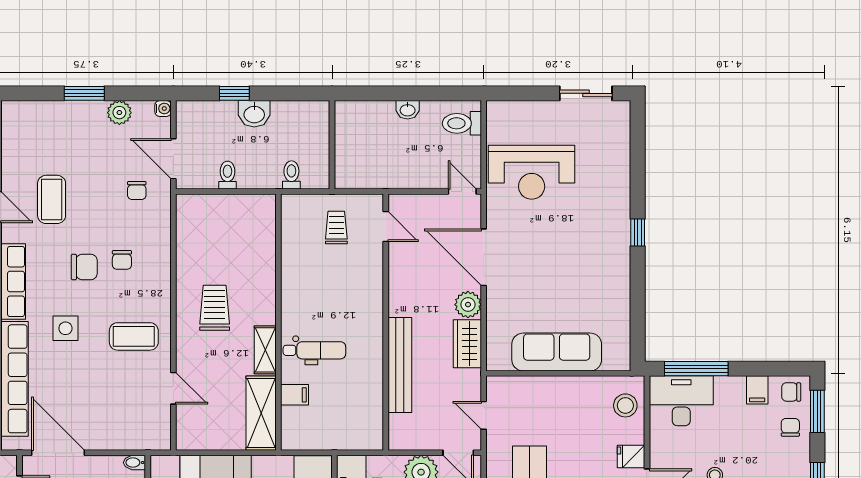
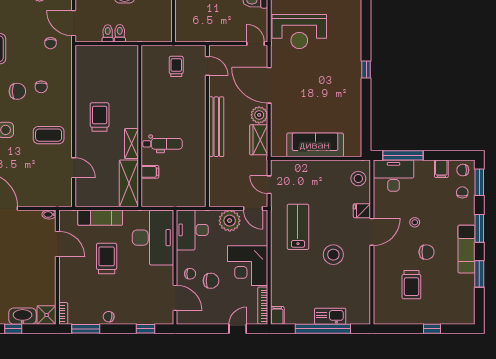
toilet: (291, 175) -> (120, 33), moved
bench: (400, 365) -> (216, 127), moved

